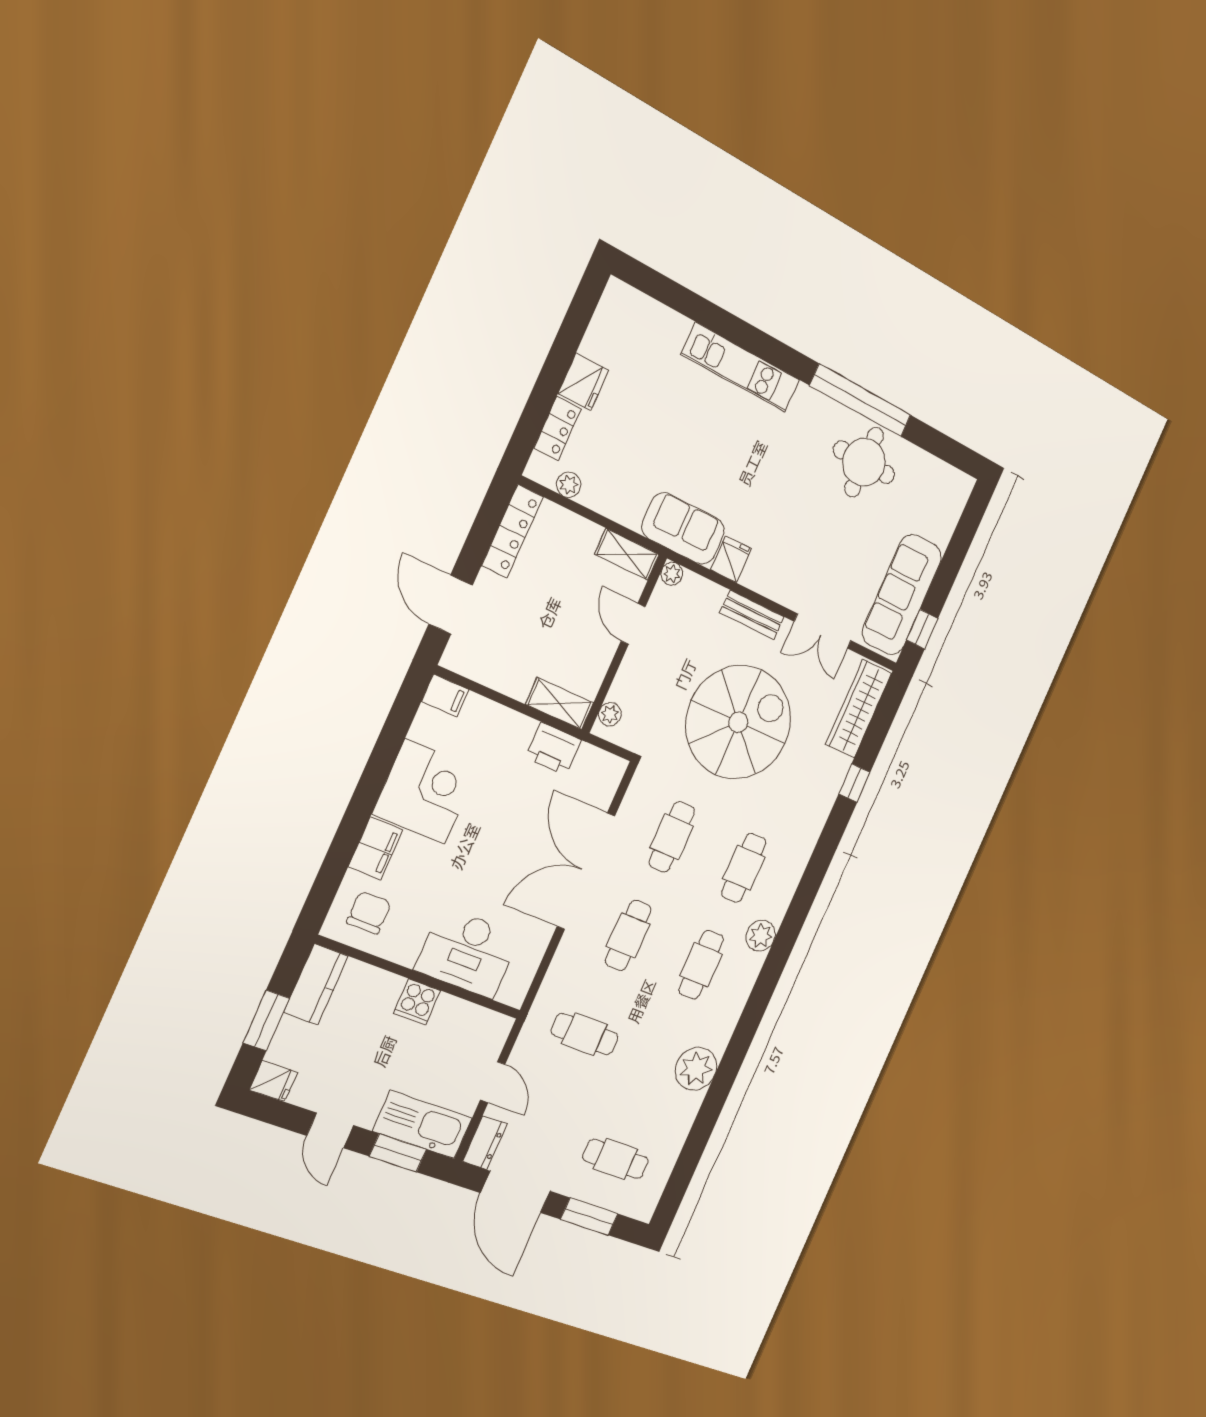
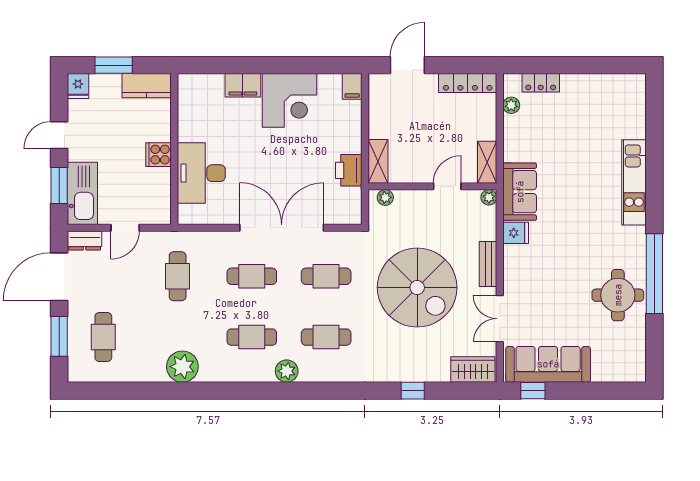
fridge: (583, 382) -> (576, 86), removed
wardrobe: (859, 709) -> (473, 370), width x0.67
chair: (369, 913) -> (202, 99), removed

